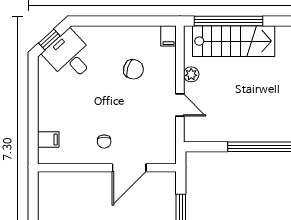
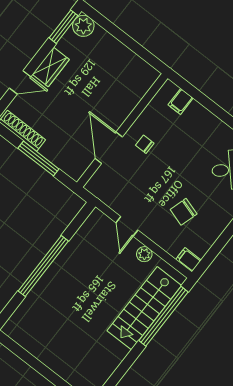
door: (180, 105) -> (127, 226), hinge flipped

